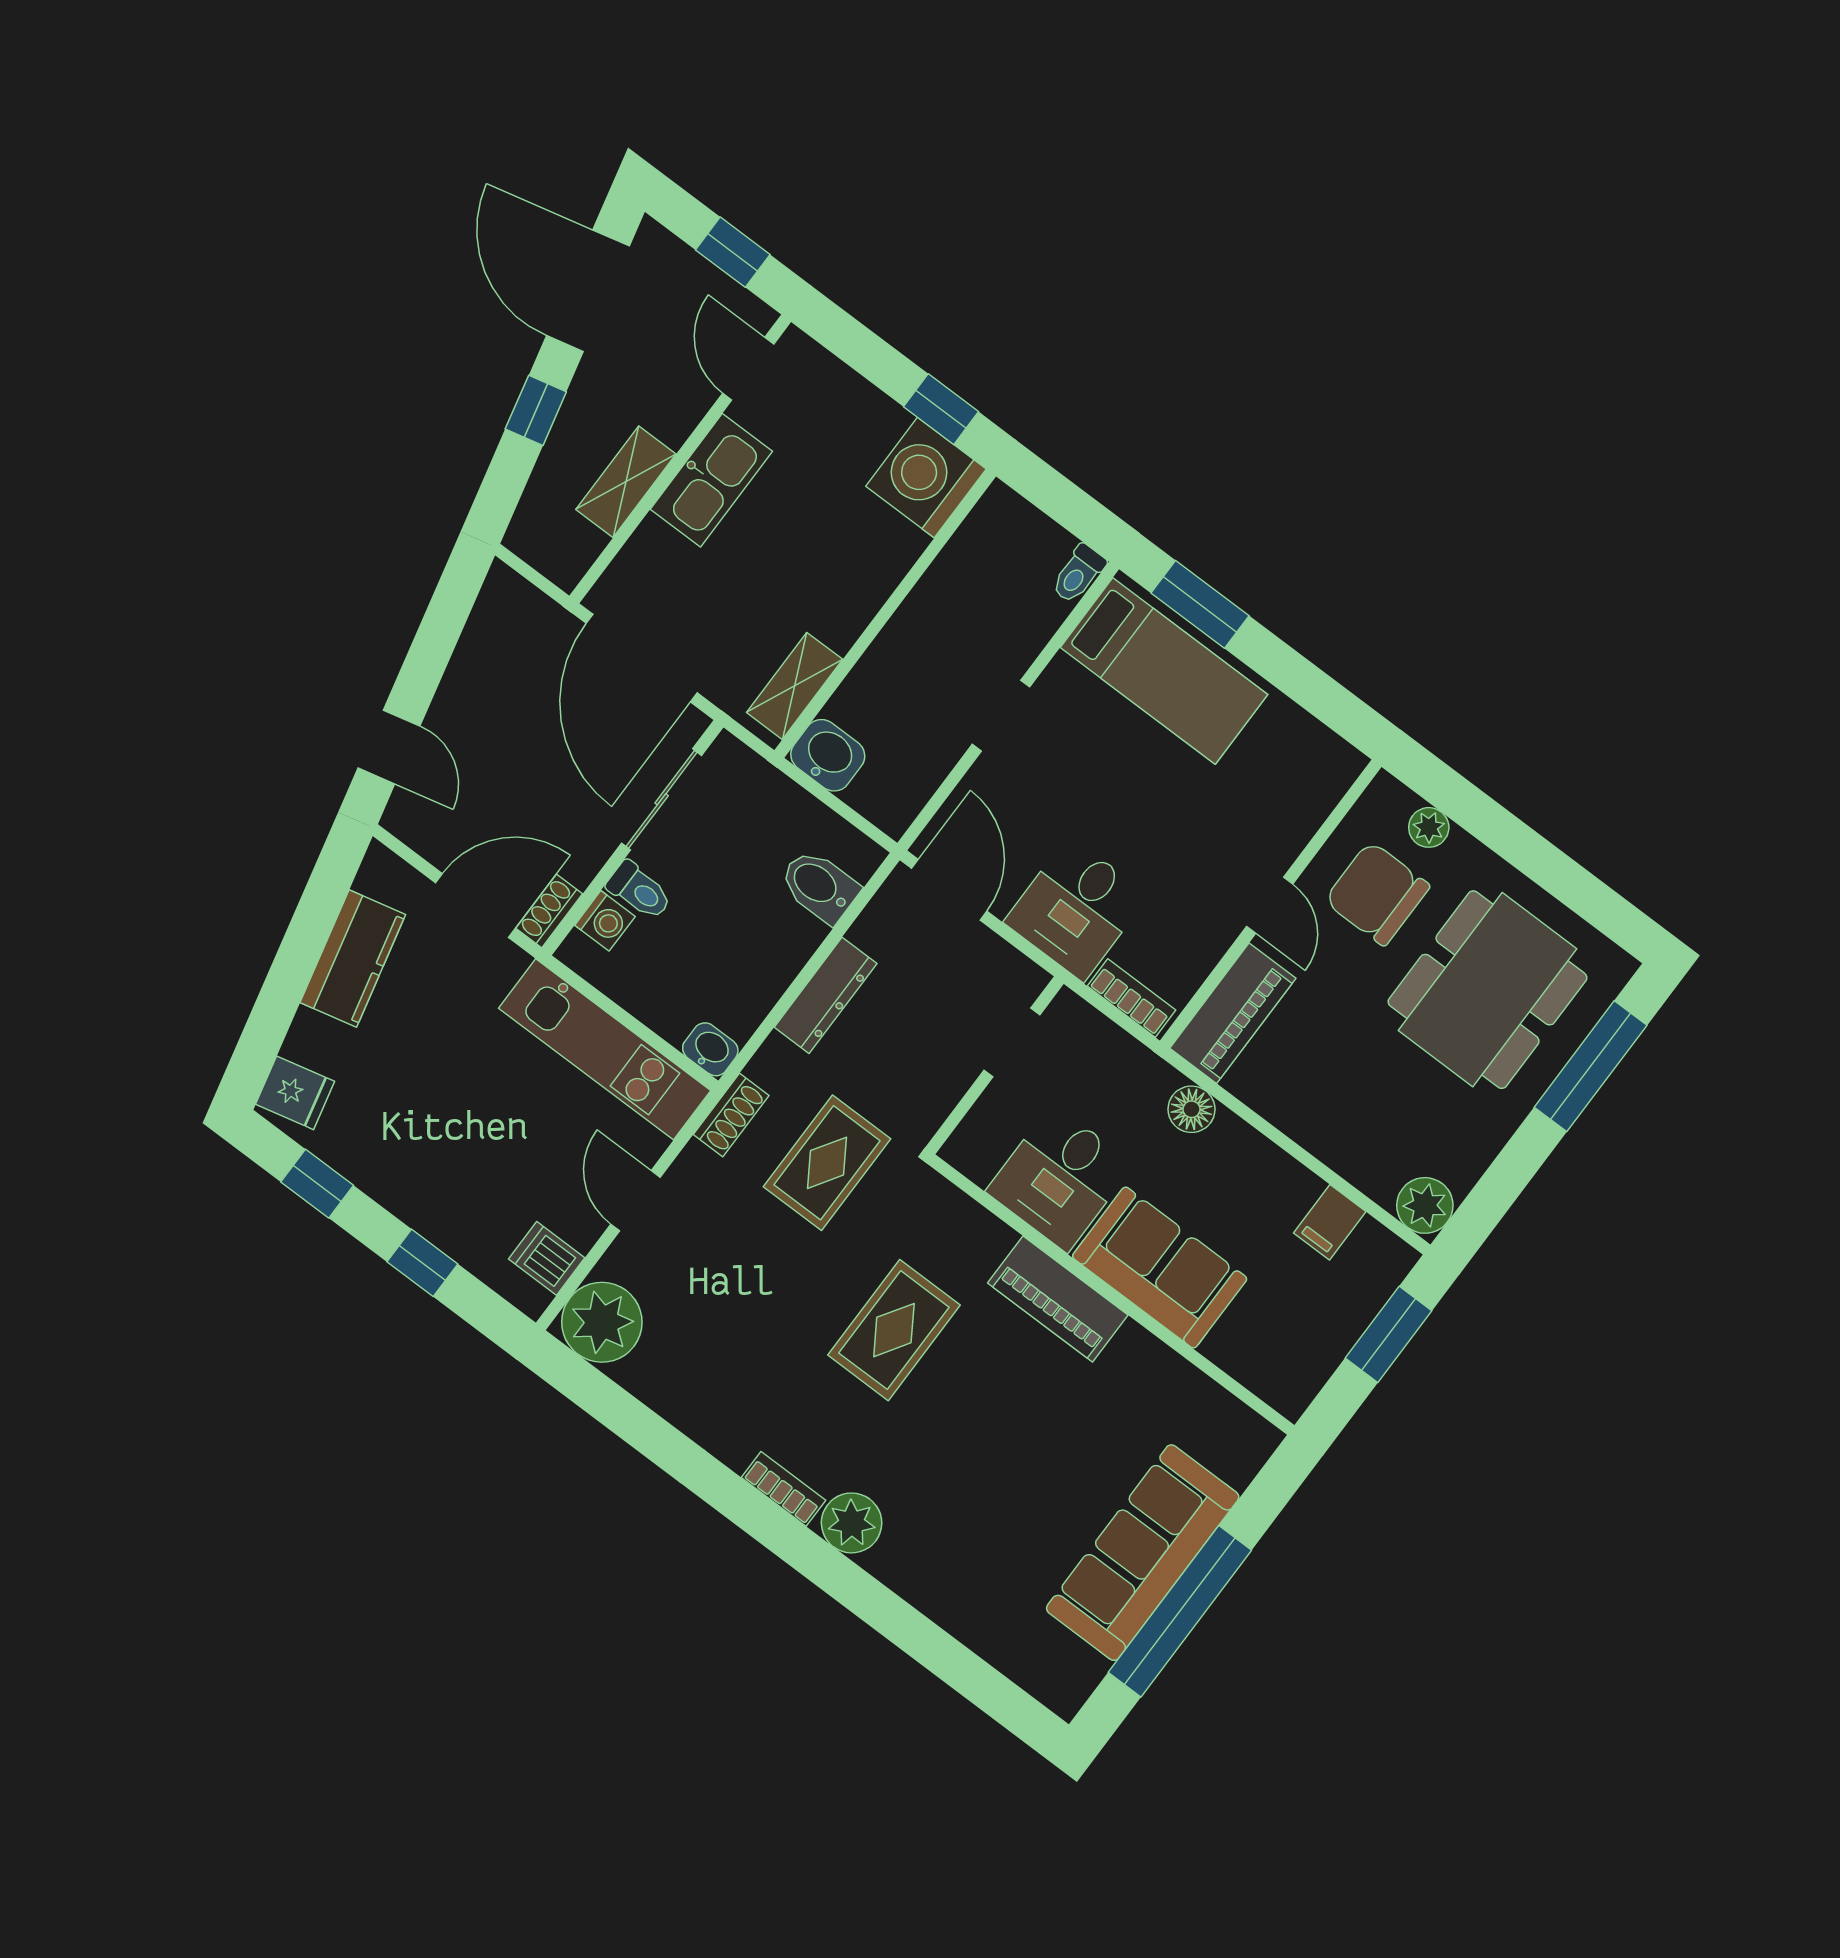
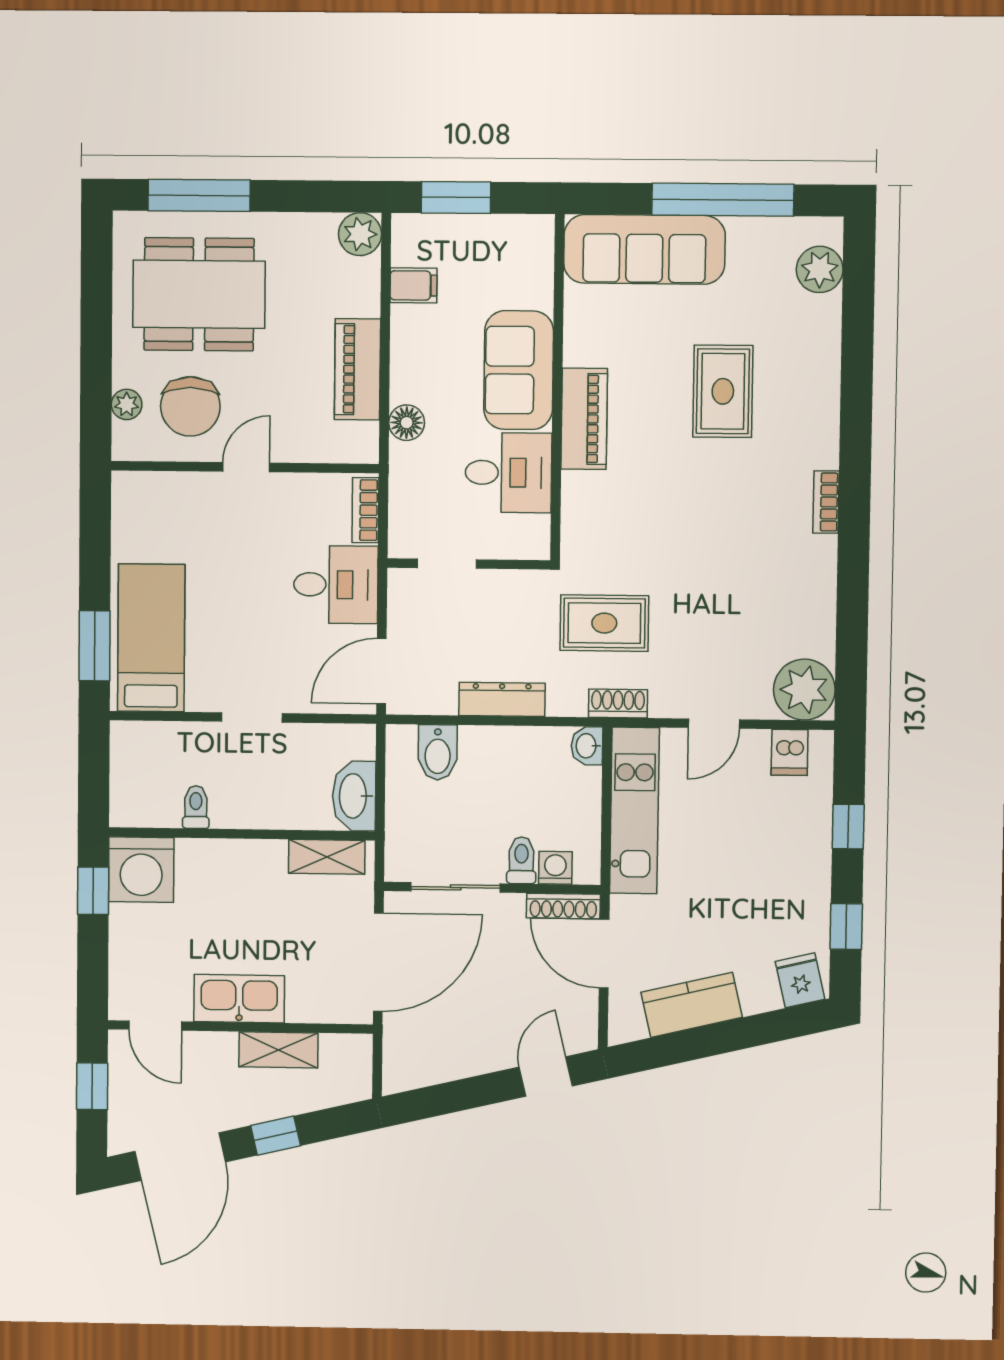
door: (748, 369) -> (155, 1026), hinge flipped
toilet: (1078, 574) -> (196, 807), moved, turned -90
washbasin: (828, 755) -> (354, 796), width x1.38
shoe rack: (549, 911) -> (563, 906), width x1.43
piano: (1233, 1013) -> (357, 369), moved, turned -90
rug: (894, 1330) -> (723, 391), moved, turned 90
plant: (852, 1523) -> (820, 269), moved
sofa: (1143, 1553) -> (644, 249), moved

